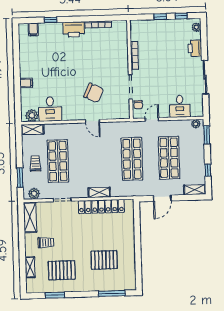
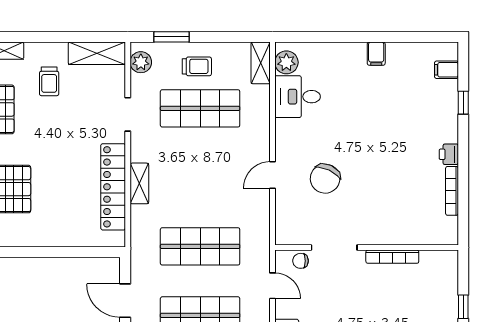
printer: (74, 29) -> (449, 154), width x0.53, depth x0.68
filing cabinet: (26, 83) -> (376, 54), moved

